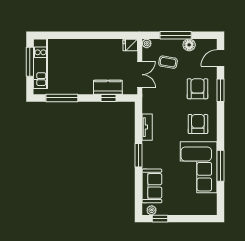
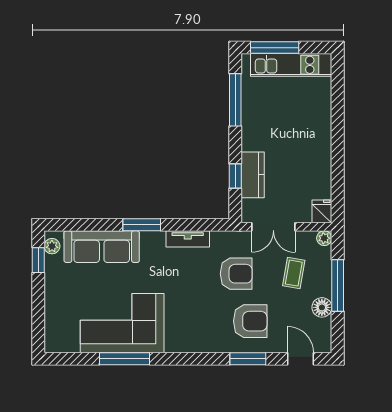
window: (30, 62) -> (275, 48), moved
armchair: (198, 124) -> (236, 274), moved
sofa: (152, 186) -> (102, 247), width x1.36

